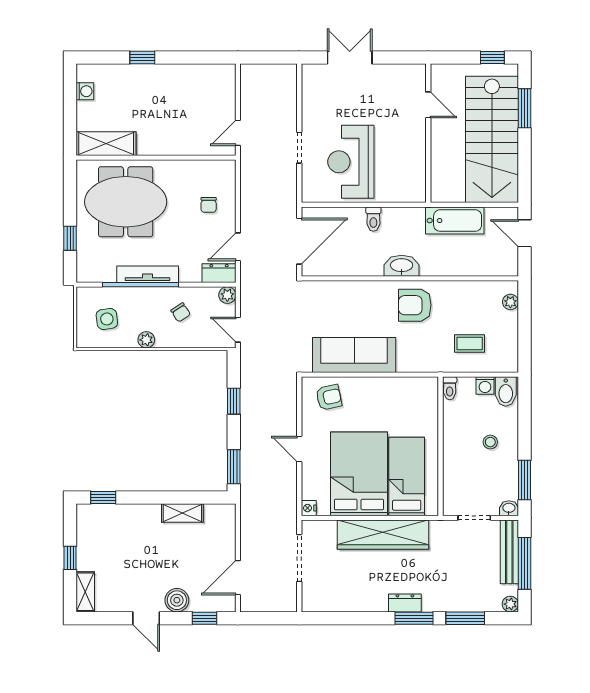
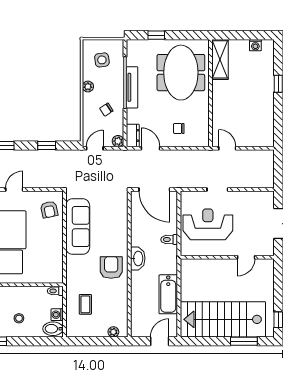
door: (428, 105) -> (246, 257), moved
wall: (428, 133) -> (227, 257), moved

